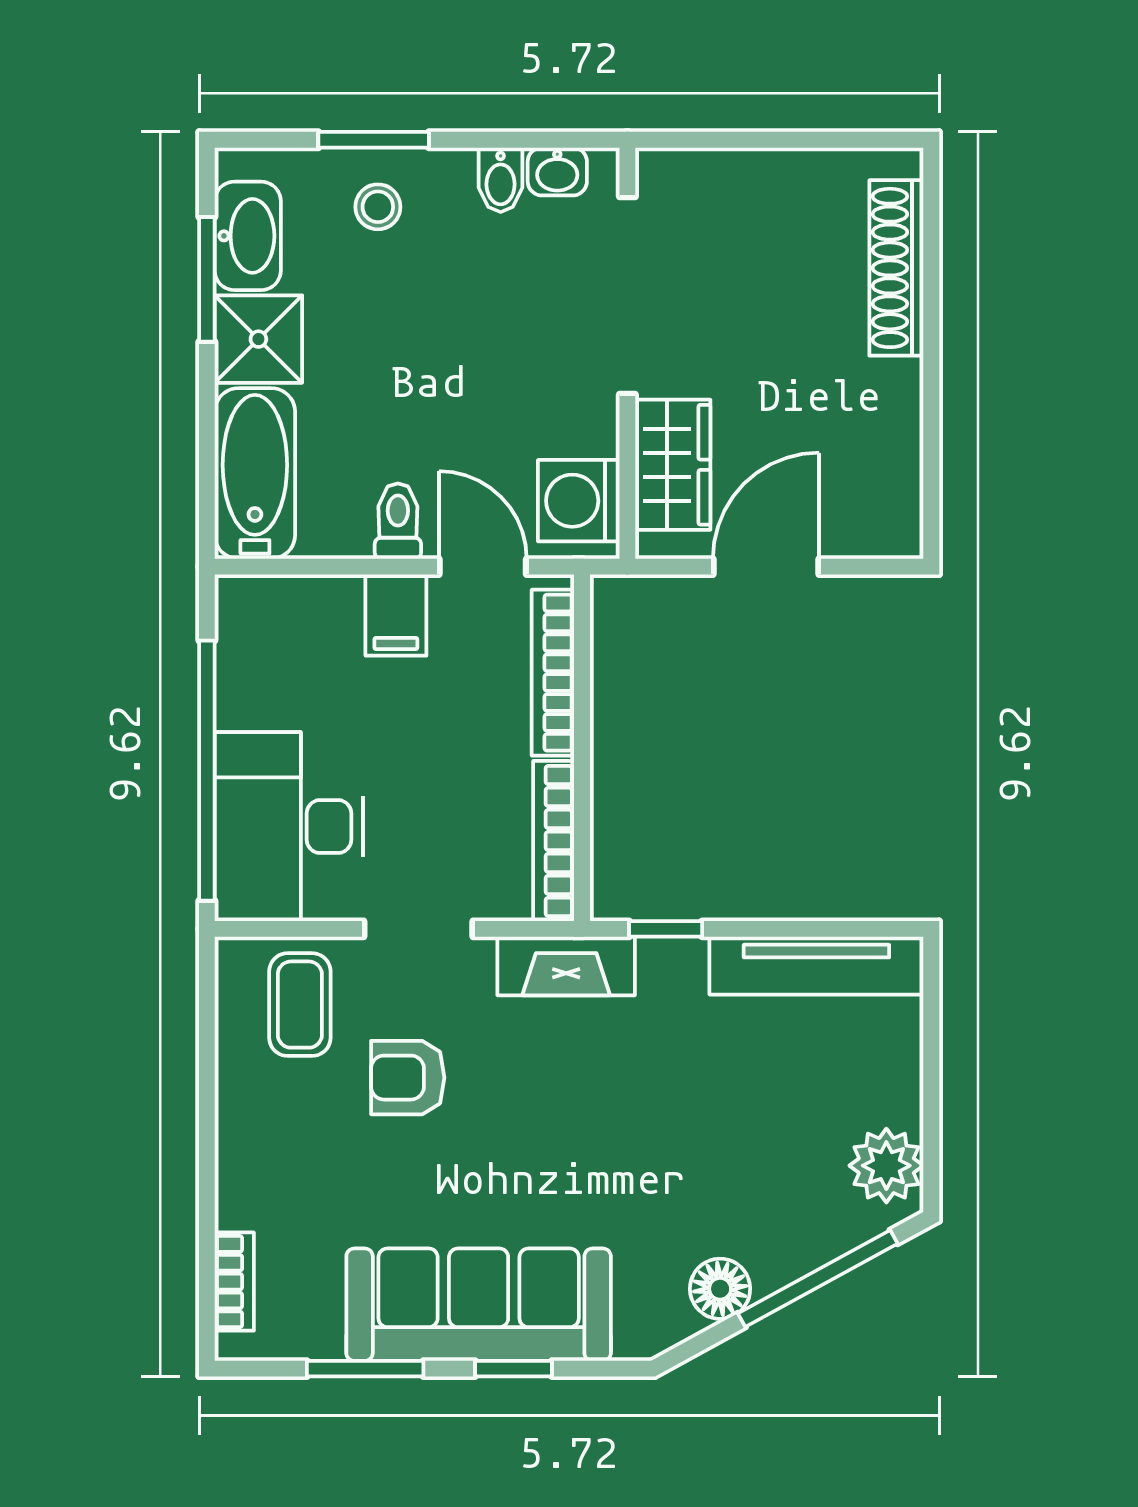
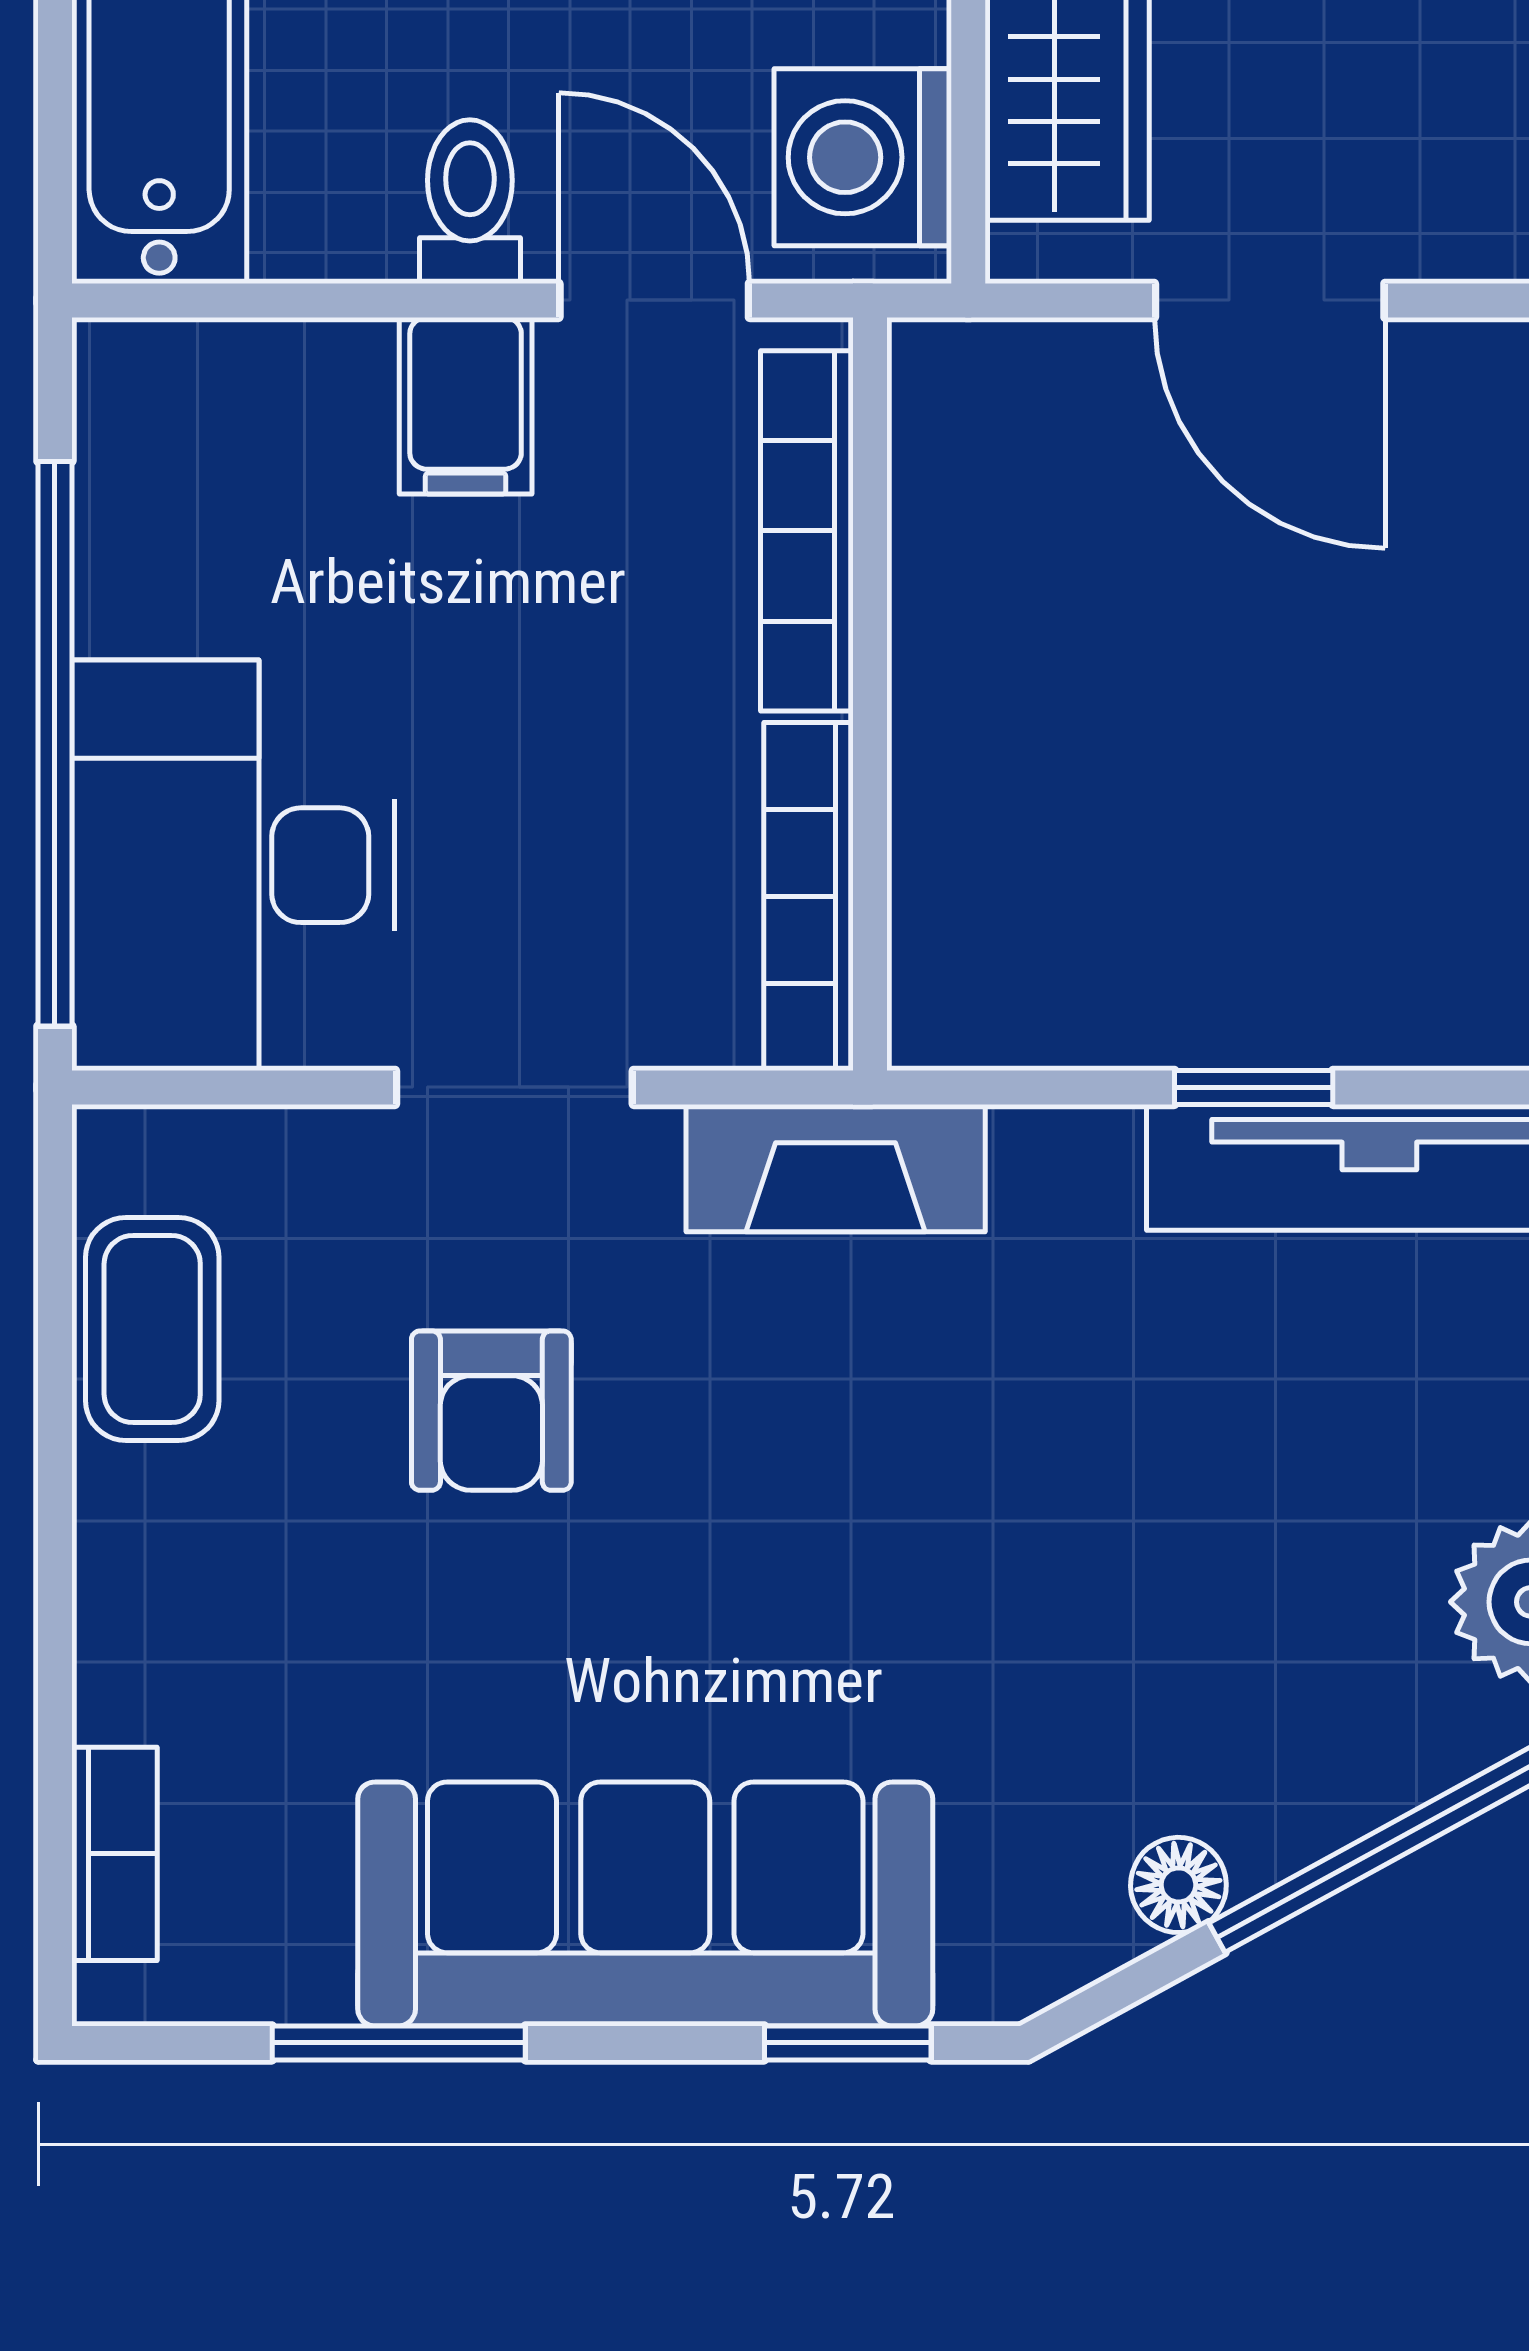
door: (766, 567) -> (1270, 300), swing flipped
window: (666, 929) -> (1254, 1087), moved
coffee table: (300, 1005) -> (152, 1329), moved
armchair: (408, 1078) -> (491, 1411), turned -90
floor lamp: (720, 1289) -> (1178, 1885), width x0.73, depth x0.73
window: (514, 1369) -> (848, 2043), moved

